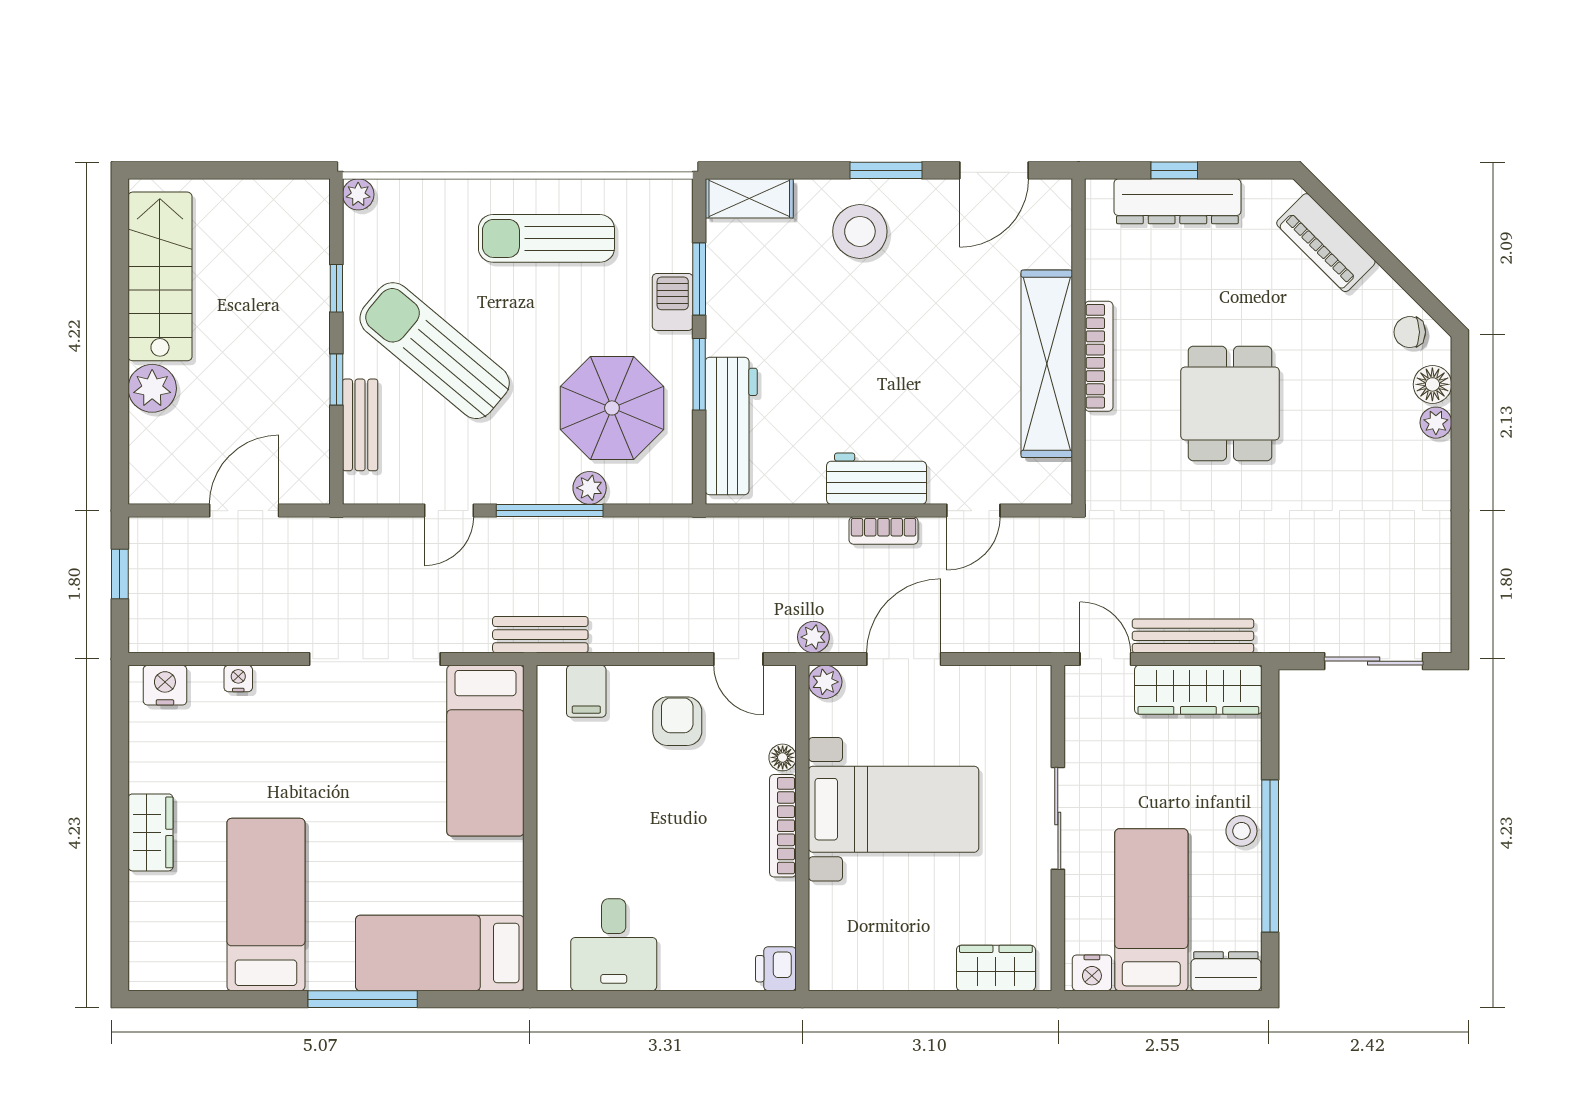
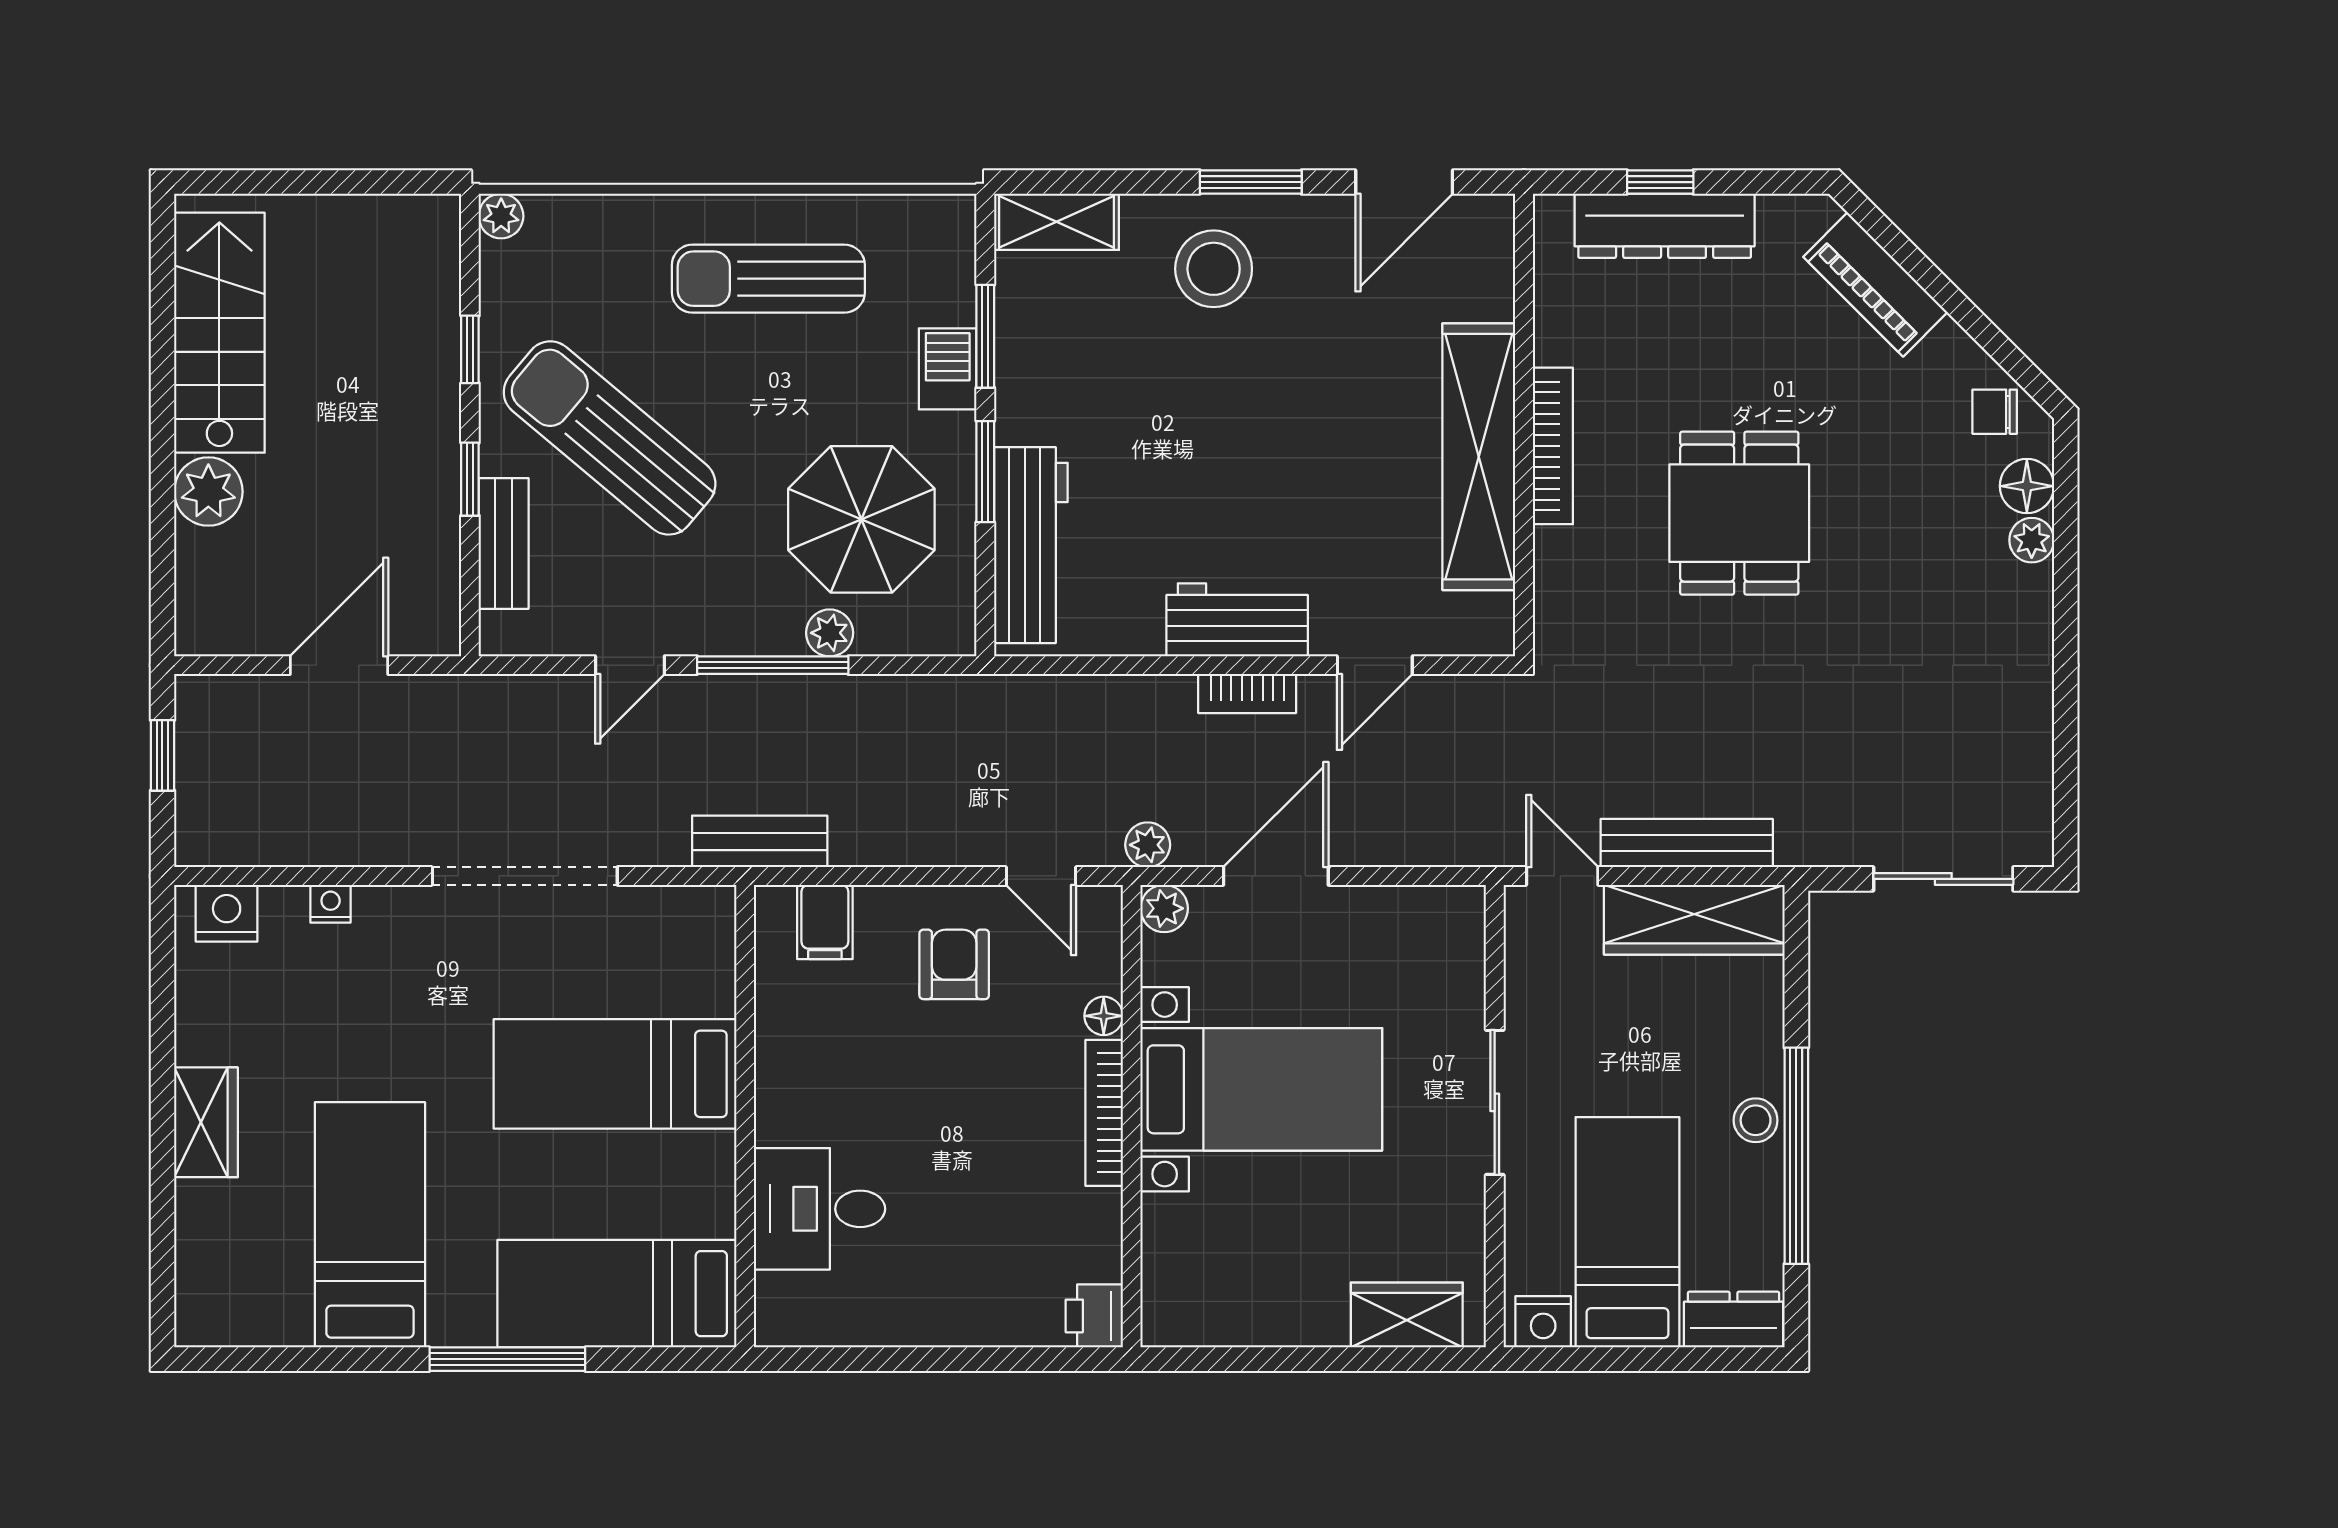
bed: (485, 751) -> (615, 1074), moved, turned 90
desk: (614, 945) -> (820, 1209), moved, turned 90

